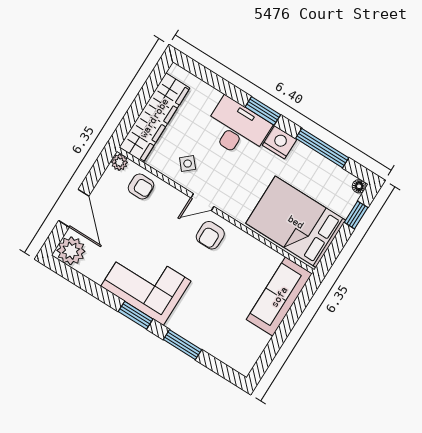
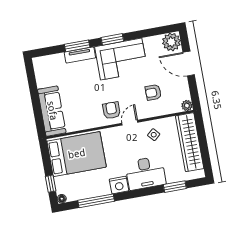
window: (263, 111) -> (175, 187), moved
armchair: (141, 187) -> (153, 92), moved
tv unit: (189, 331) -> (80, 55), added

